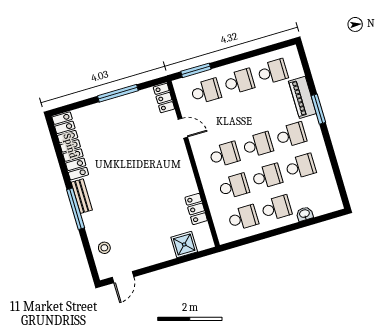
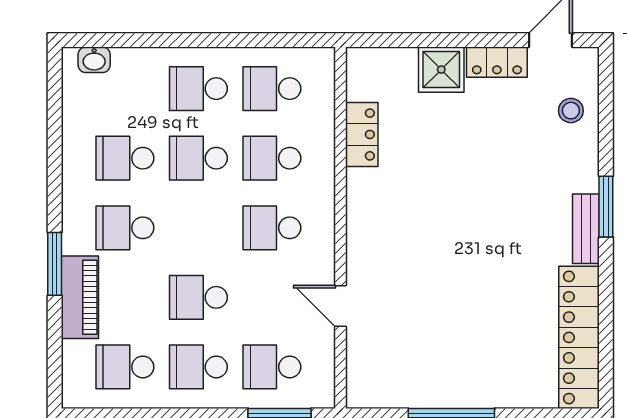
locker: (164, 98) -> (497, 62), moved, turned 90
school desk: (258, 145) -> (198, 297), moved
window: (76, 209) -> (606, 207), width x0.69
washbasin: (305, 214) -> (94, 60), moved
shower: (184, 244) -> (441, 70), moved

